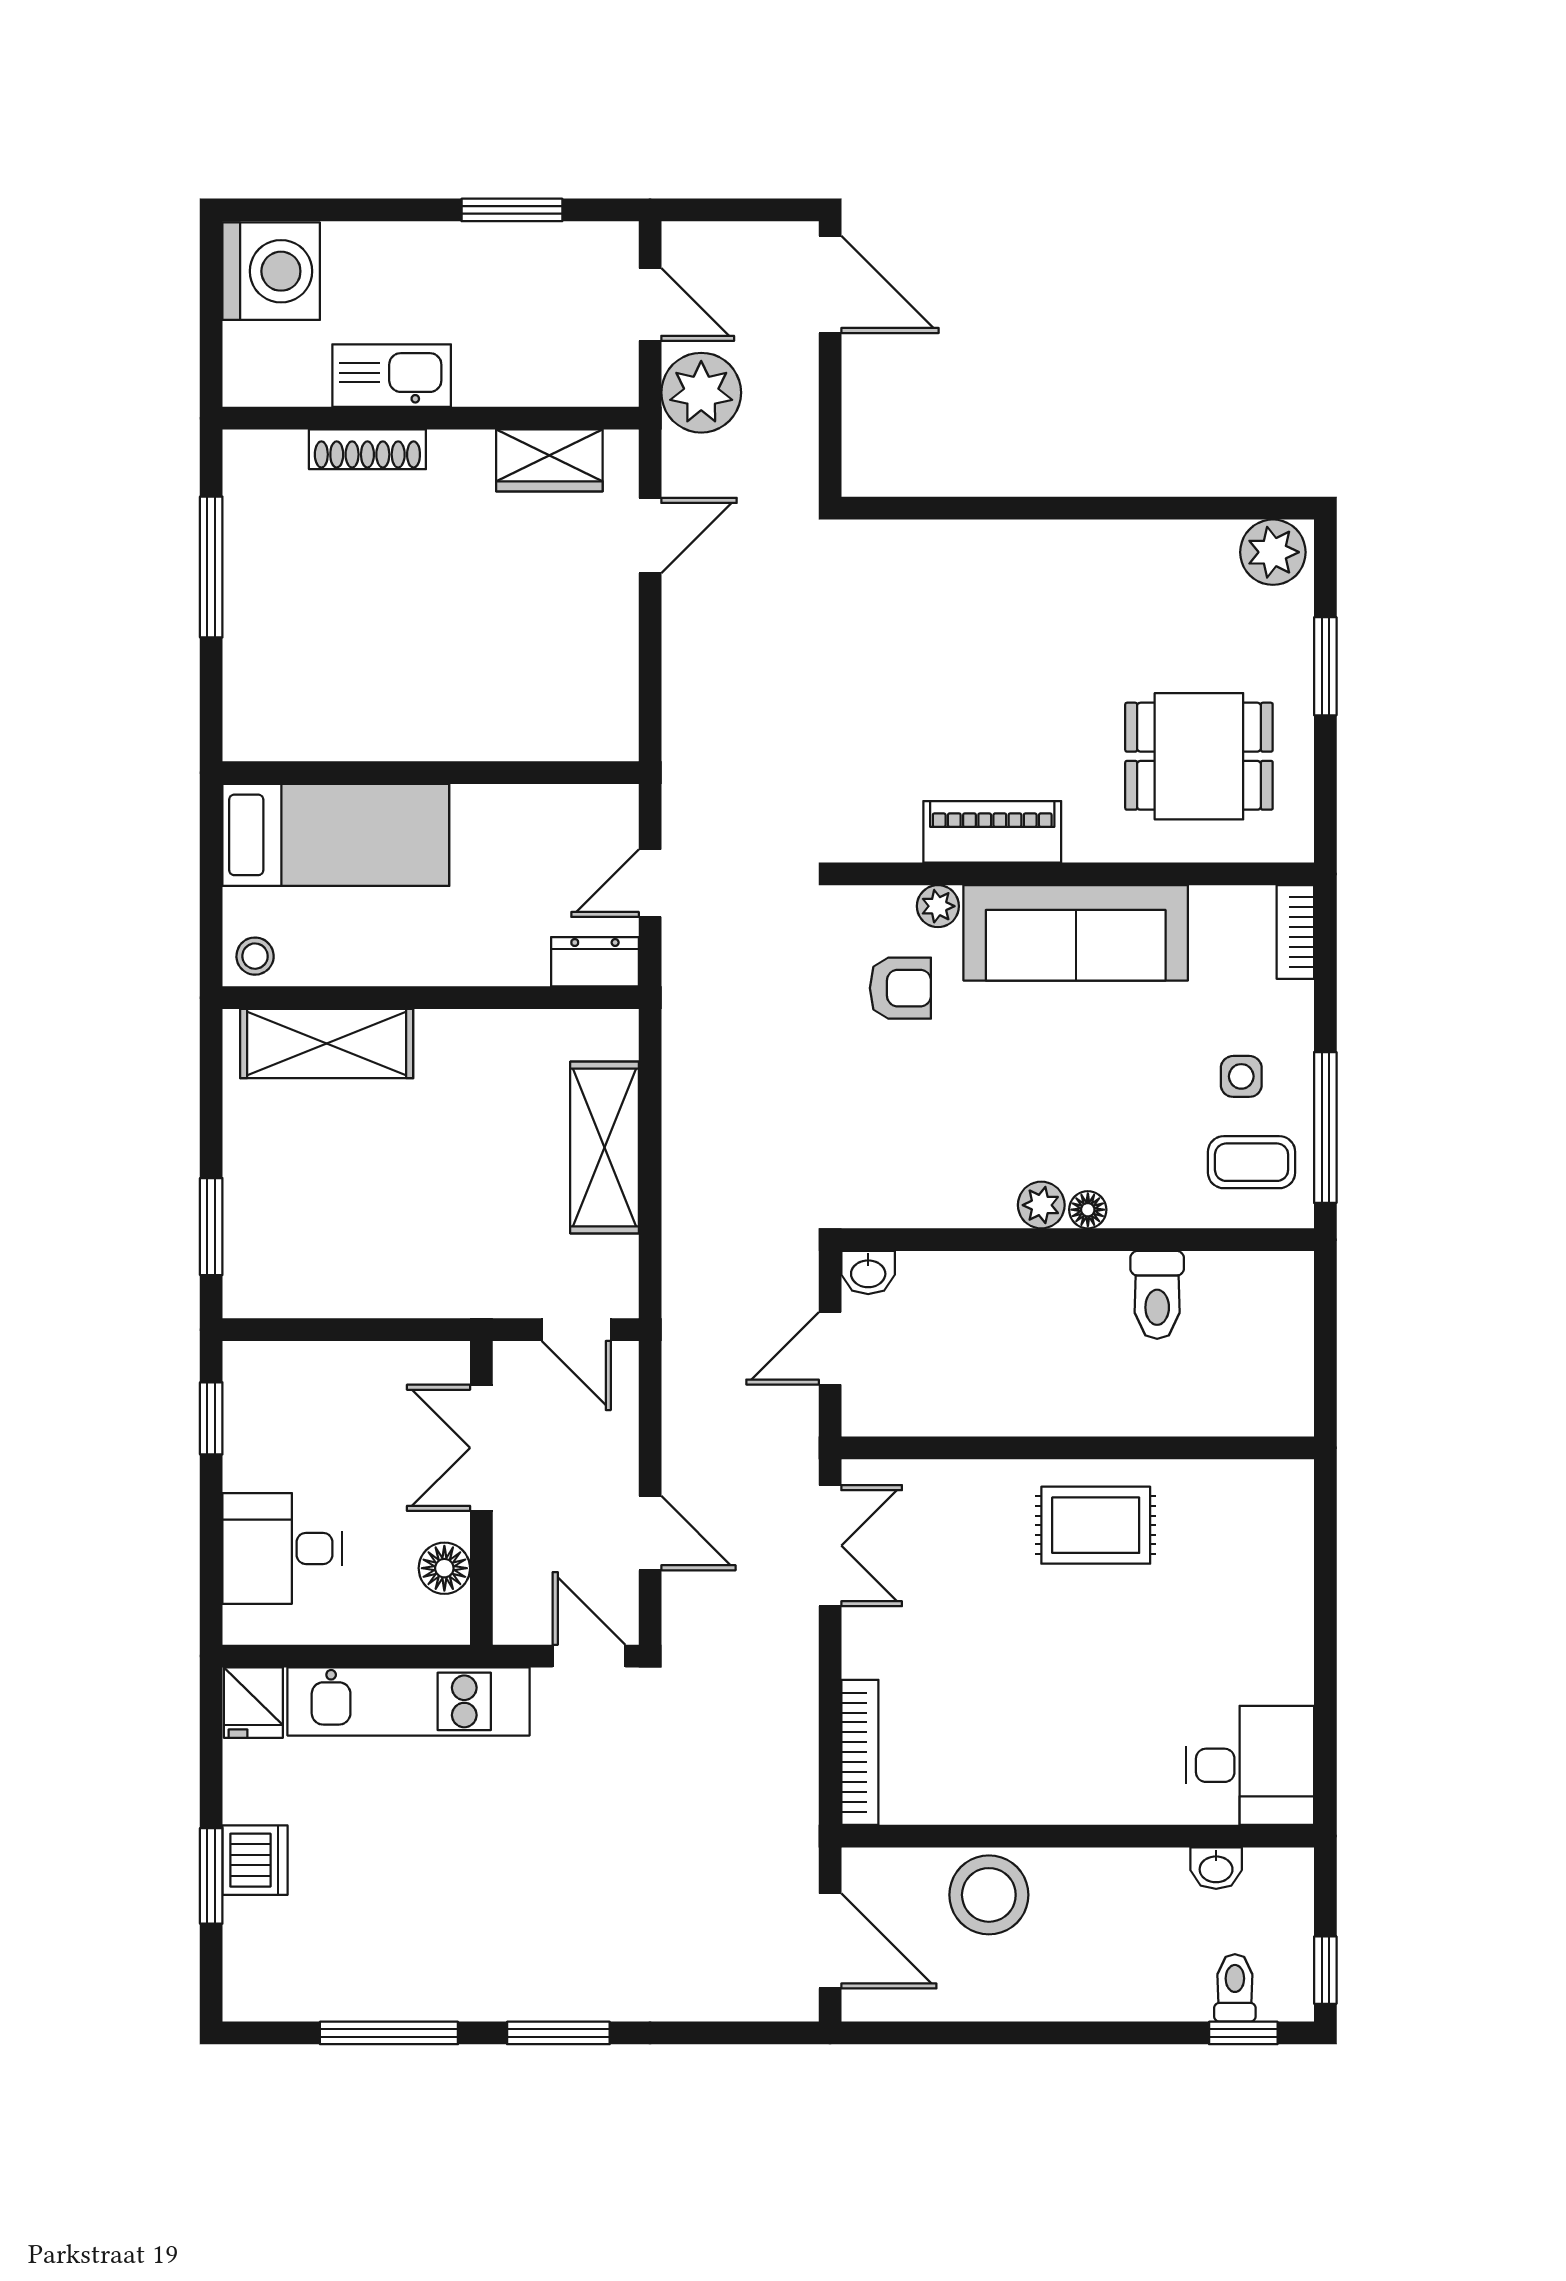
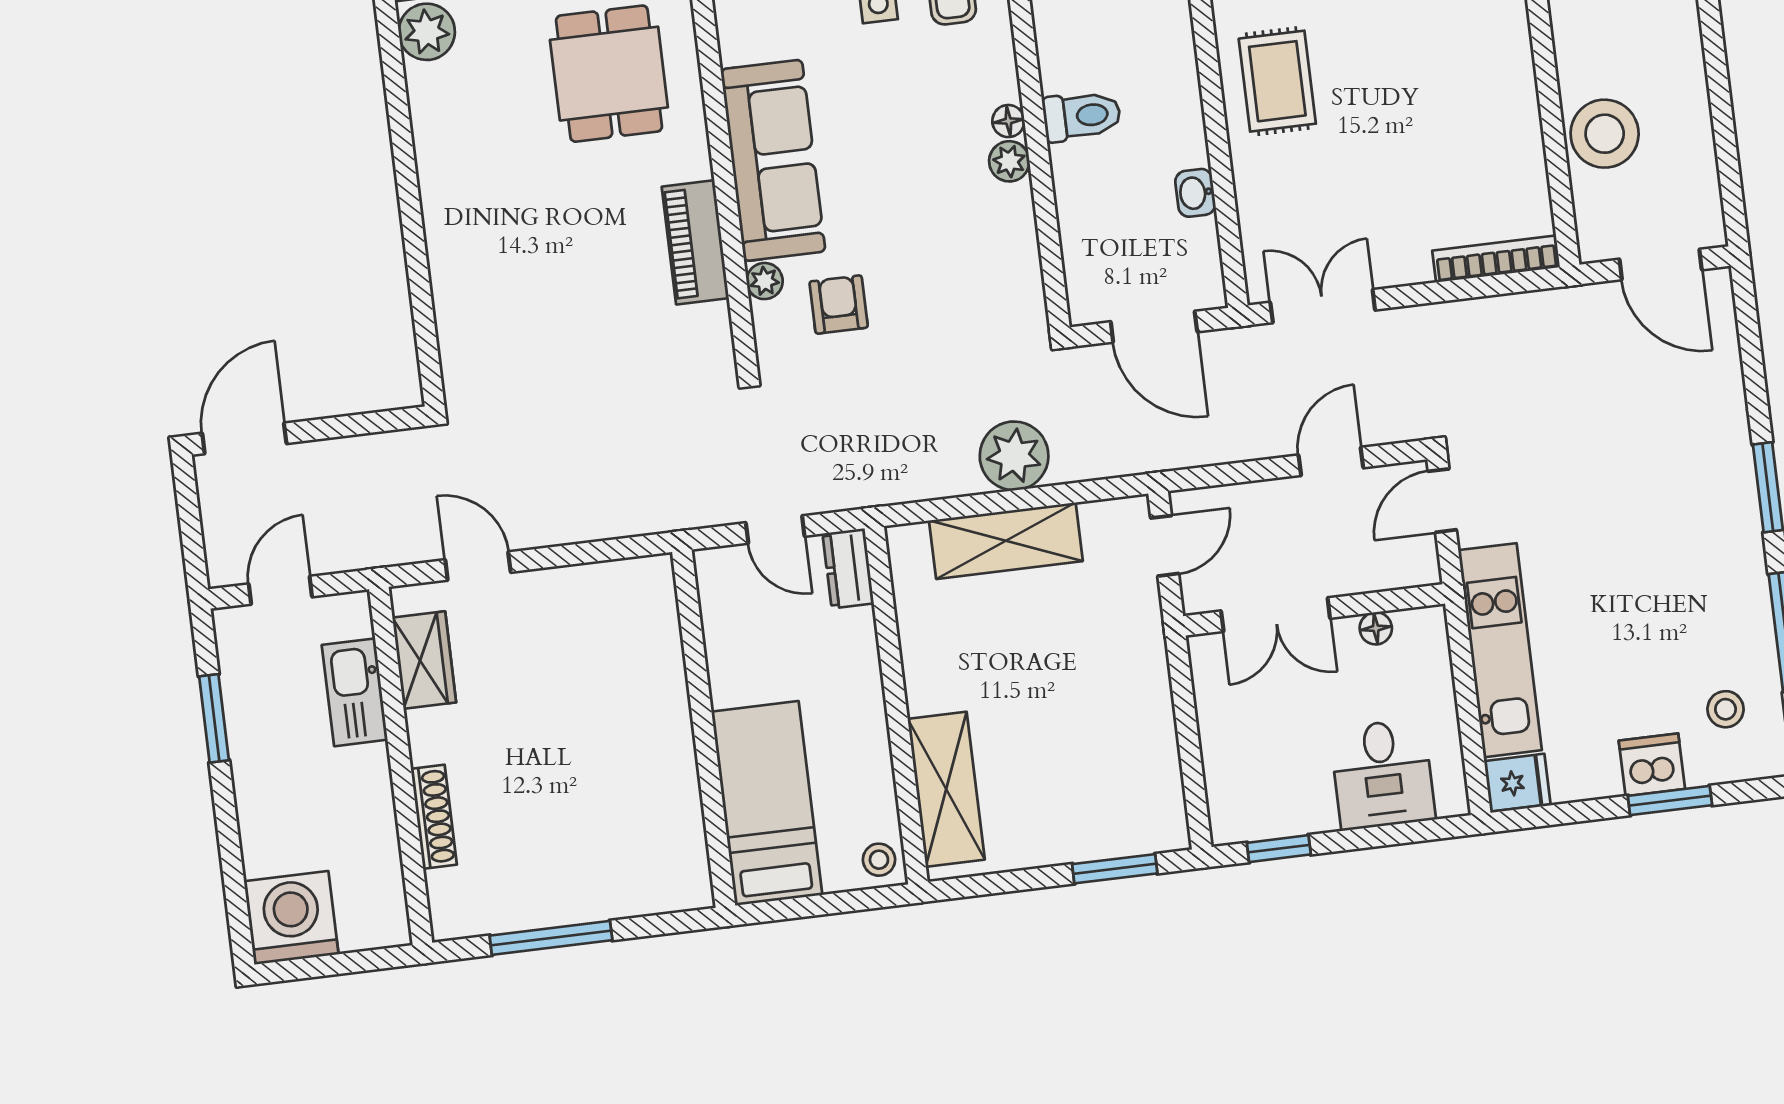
kitchen sink: (392, 376) -> (355, 692), moved
plant: (701, 393) -> (1014, 456), moved
washbasin: (868, 1273) -> (1195, 193), moved, turned 180
toilet: (1157, 1295) -> (1082, 116), moved
door: (830, 1348) -> (1154, 327), width x1.38
floor lamp: (444, 1568) -> (1376, 628), width x0.73, depth x0.73
door: (830, 1941) -> (1661, 265), swing flipped
stool: (309, 1953) -> (1725, 709), added

